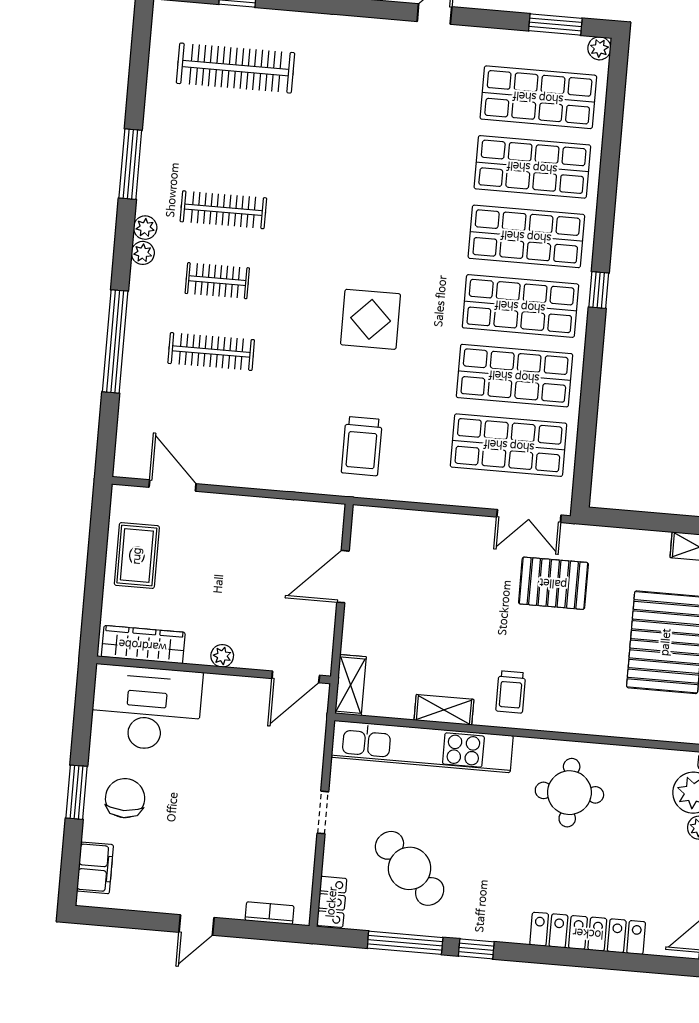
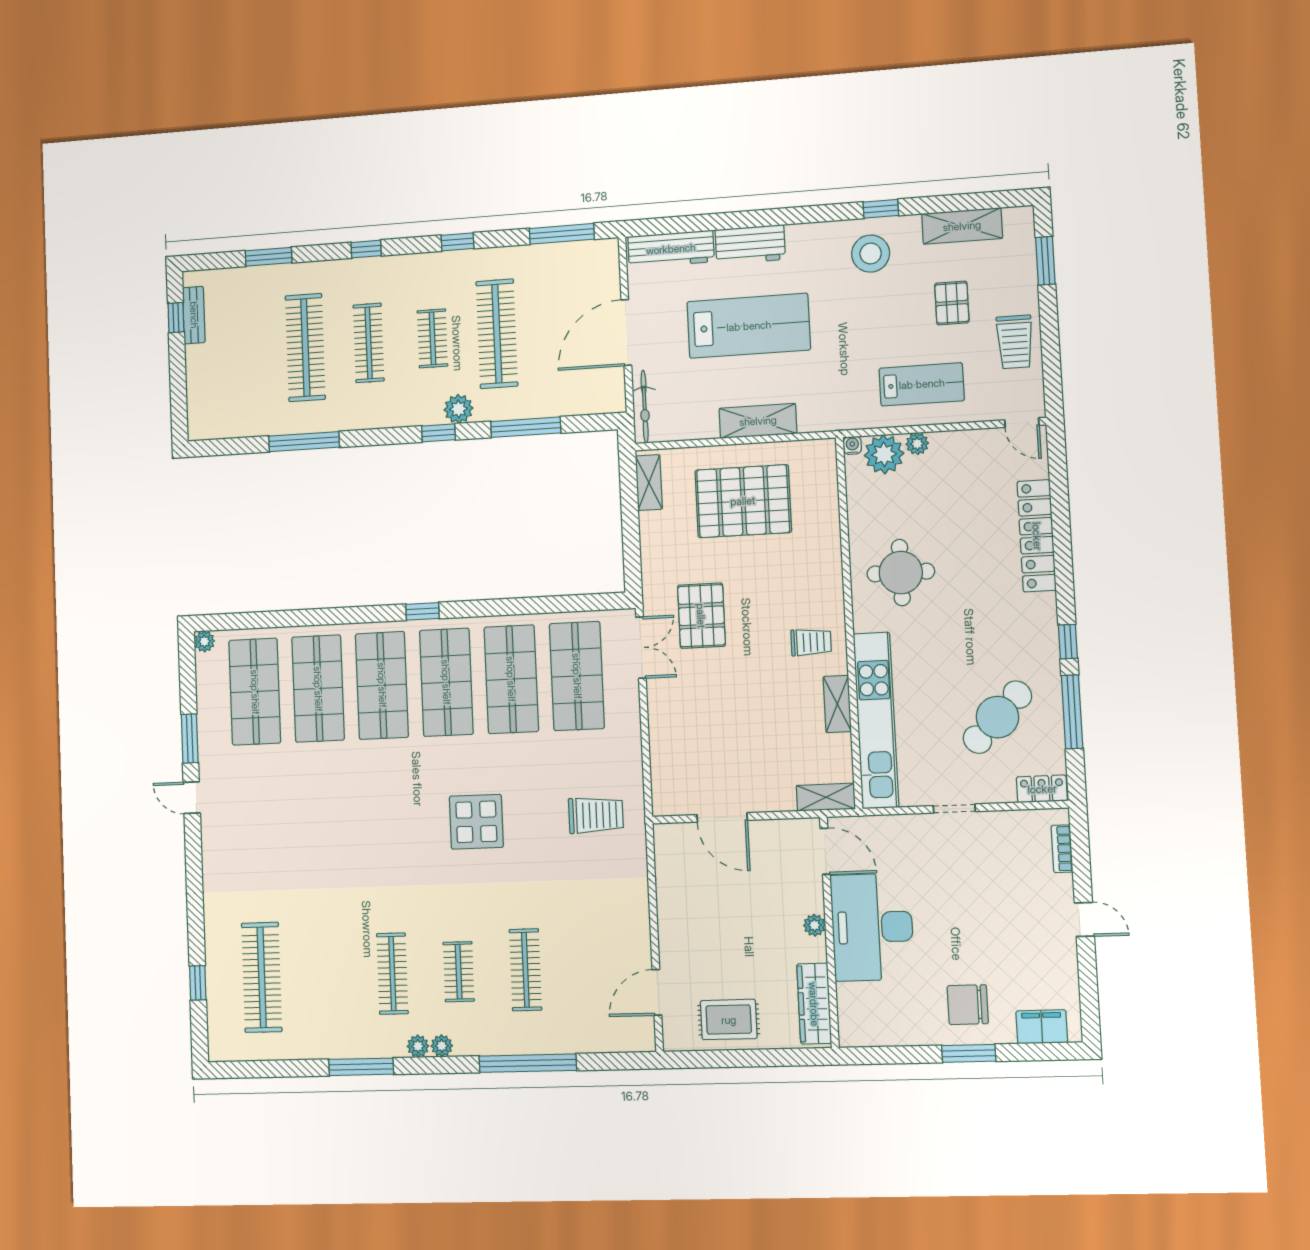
window: (555, 24) -> (190, 738), moved
desk: (146, 708) -> (872, 927), moved

